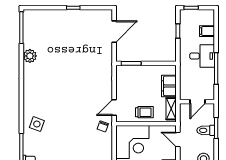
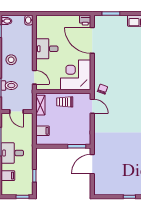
door: (114, 32) -> (92, 164), moved
filing cabinet: (169, 86) -> (43, 131), width x0.50
door: (198, 102) -> (16, 112), swing flipped
door: (114, 108) -> (92, 106), hinge flipped

